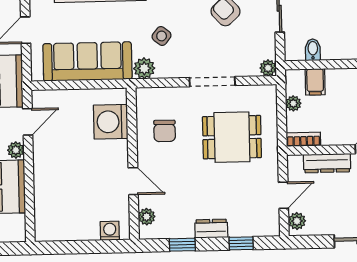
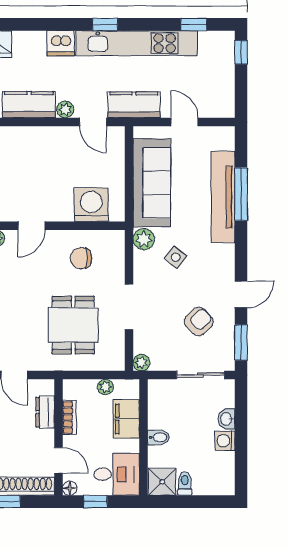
bidet: (313, 50) -> (158, 437), moved
filing cabinet: (315, 82) -> (126, 419), width x2.00
bookcase: (303, 139) -> (69, 417), moved
dresser: (327, 163) -> (45, 412), width x0.70

